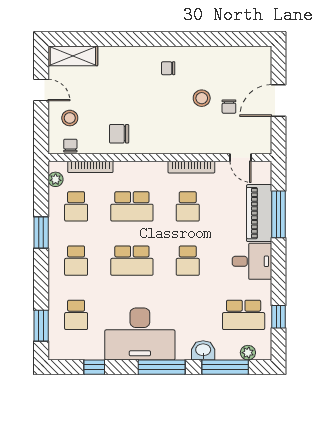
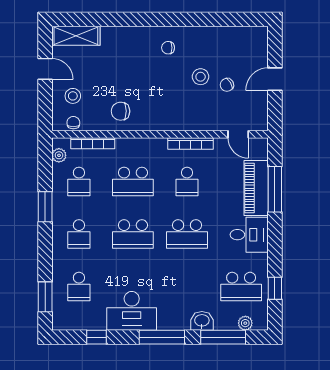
door: (278, 101) -> (275, 79), width x0.73
chair: (229, 107) -> (227, 85), turned 59
school desk: (188, 261) -> (187, 234), width x1.85
desk: (140, 334) -> (132, 311), width x0.73, depth x0.77

